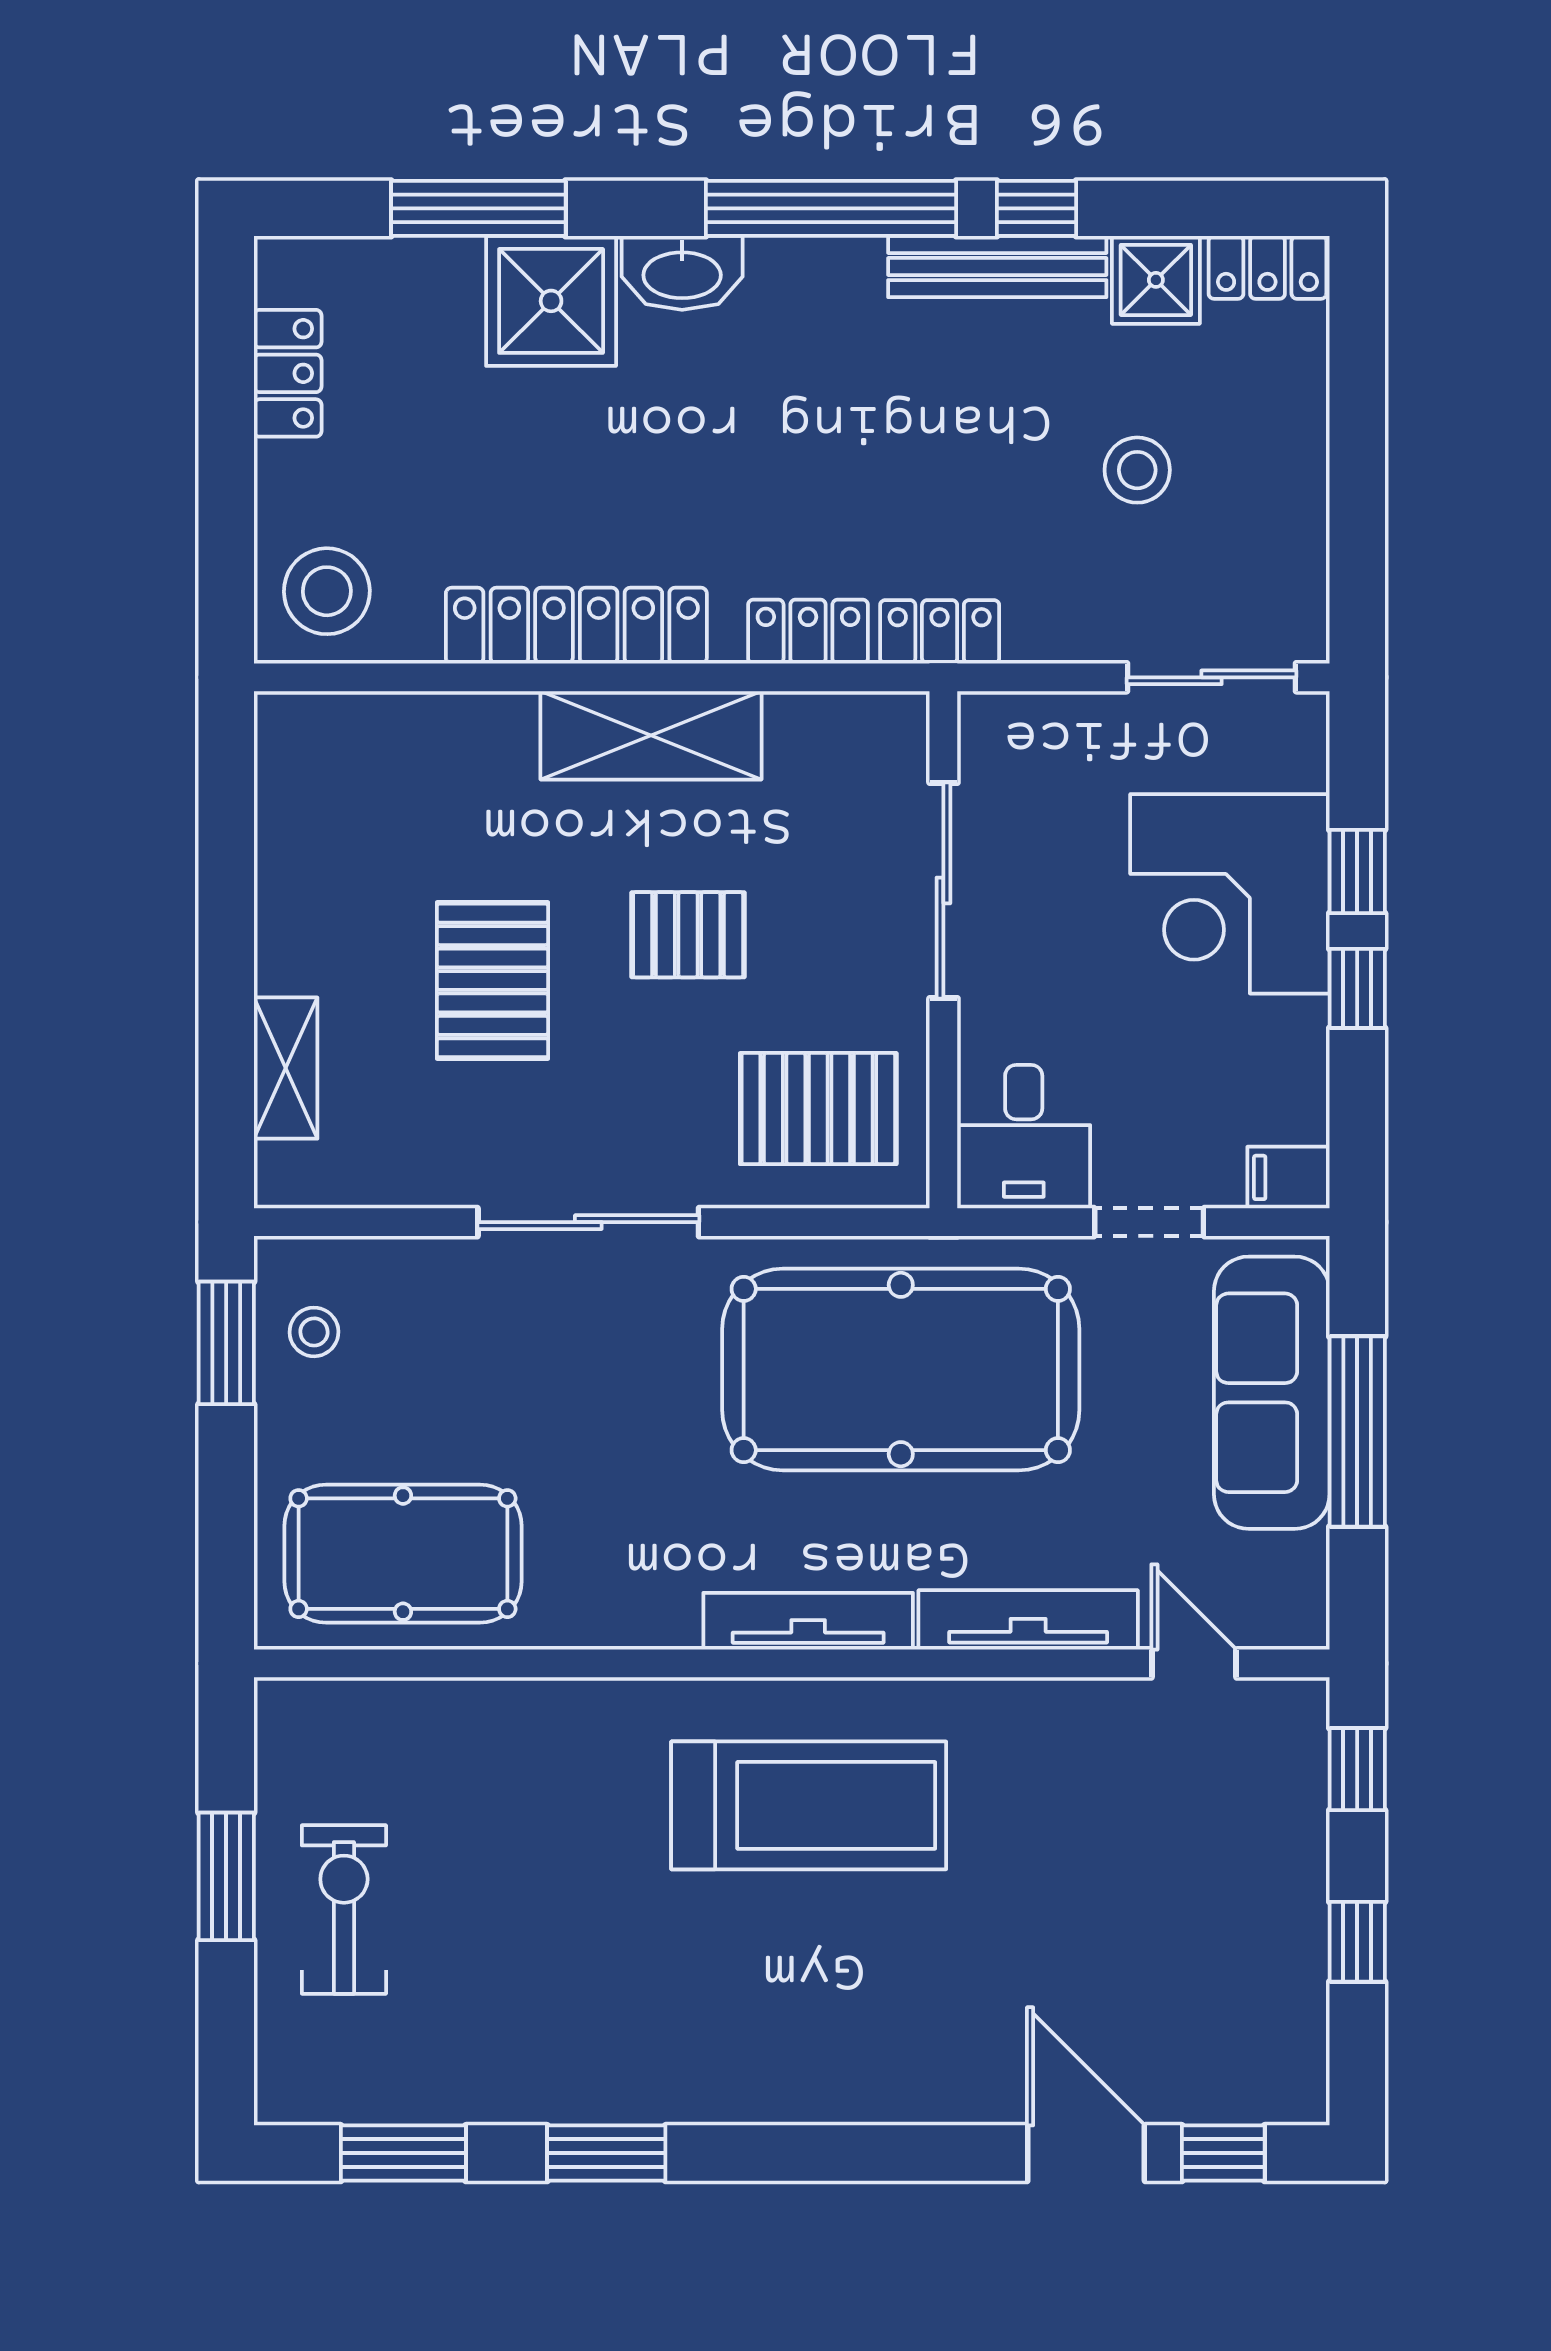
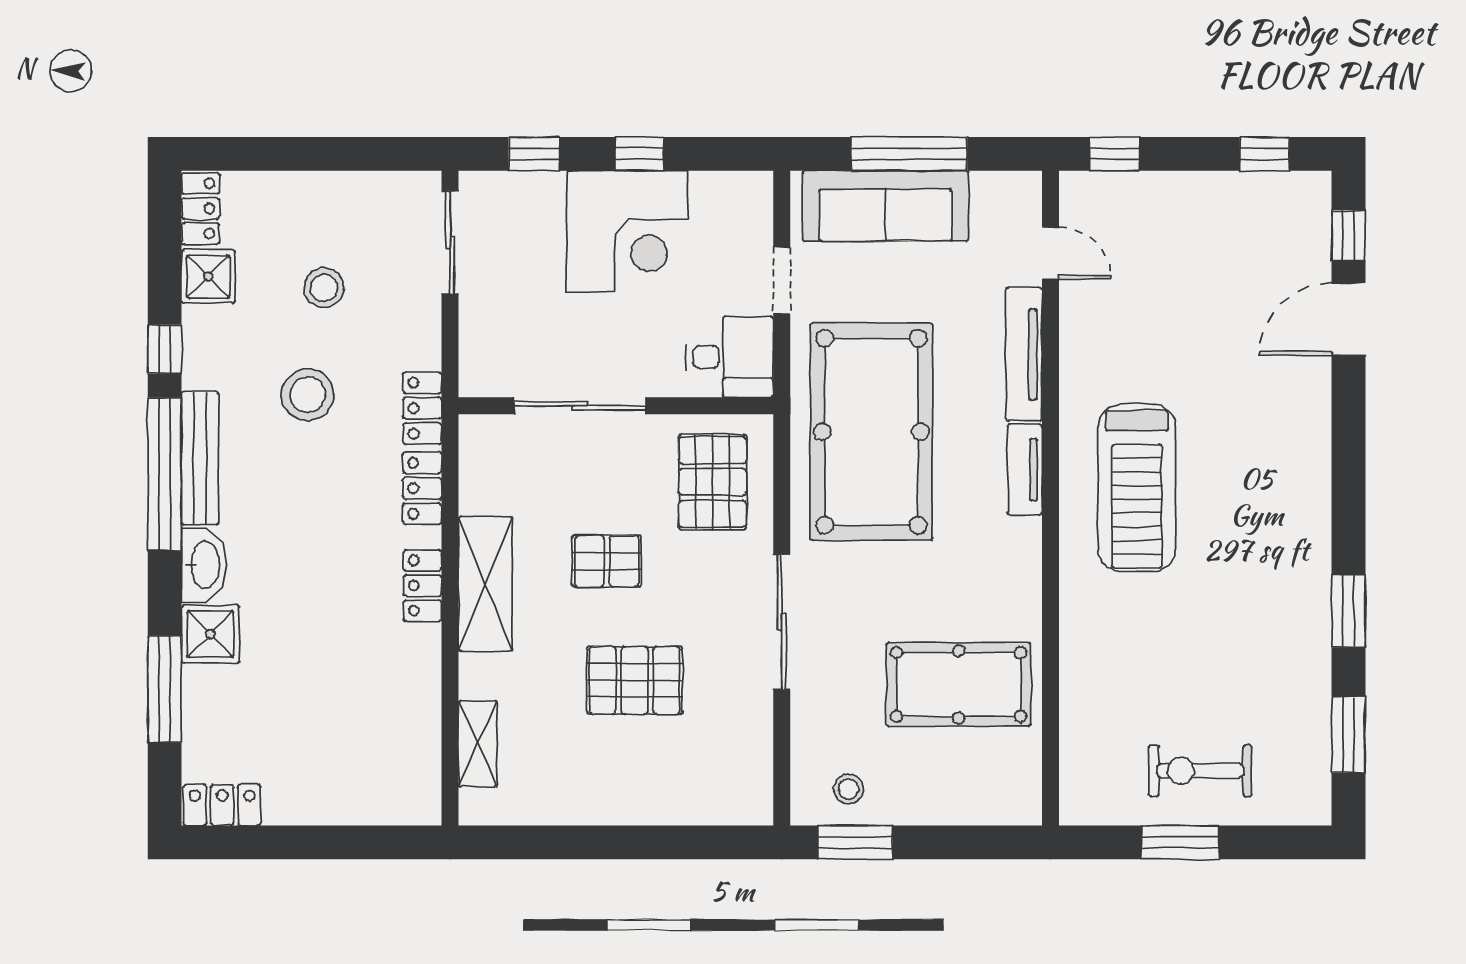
bench: (997, 267) -> (200, 458), moved
shower: (551, 301) -> (210, 634), width x0.73, depth x0.73
locker: (288, 373) -> (222, 805), moved
stool: (327, 591) -> (308, 395), moved
locker: (576, 626) -> (423, 585), width x0.46, depth x0.83
window: (1357, 871) -> (534, 154), moved
corner desk: (1230, 894) -> (627, 231), moved
pallet: (688, 935) -> (607, 561), turned 90
shelving: (286, 1068) -> (478, 744), moved, turned 90
filing cabinet: (1288, 1177) -> (755, 196), removed
pool table: (403, 1554) -> (959, 684), moved, turned 90
tv unit: (808, 1621) -> (1025, 470), width x0.71
door: (1194, 1663) -> (1050, 253), swing flipped
treadmill: (809, 1805) -> (1137, 488), turned 180
window: (1357, 1942) -> (1264, 154), moved

